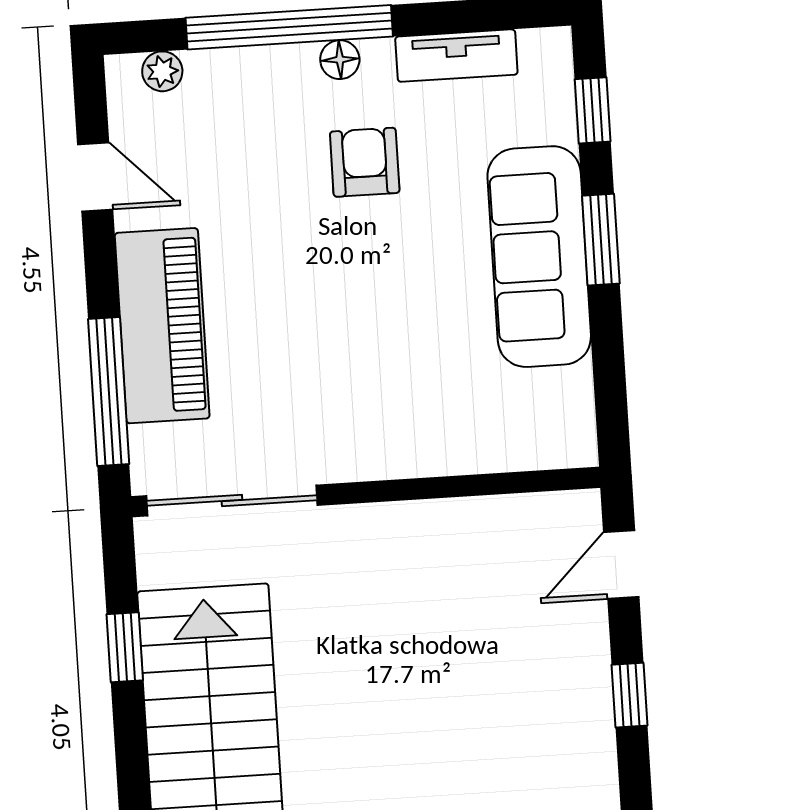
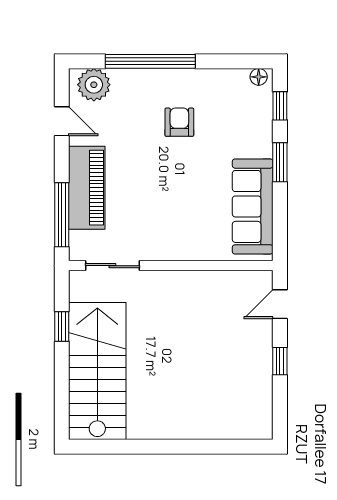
tv unit: (456, 56) -> (222, 78), removed
floor lamp: (340, 60) -> (259, 77), moved
plant: (162, 71) -> (94, 85), width x1.88, depth x1.88
sofa: (539, 257) -> (253, 206), moved
sliding door: (232, 500) -> (112, 266), width x0.73

